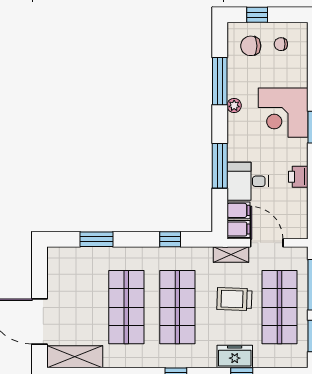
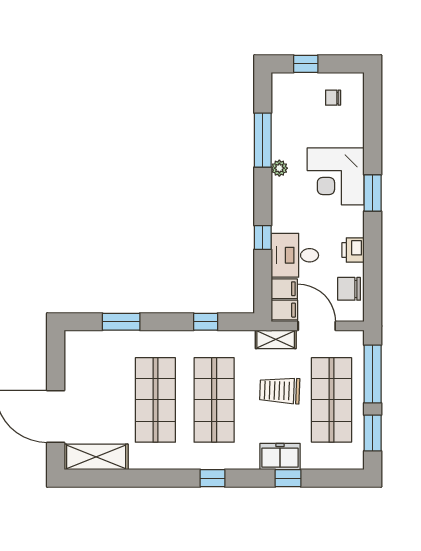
chair: (251, 46) -> (349, 289), moved
window: (220, 166) -> (263, 238), width x0.46

